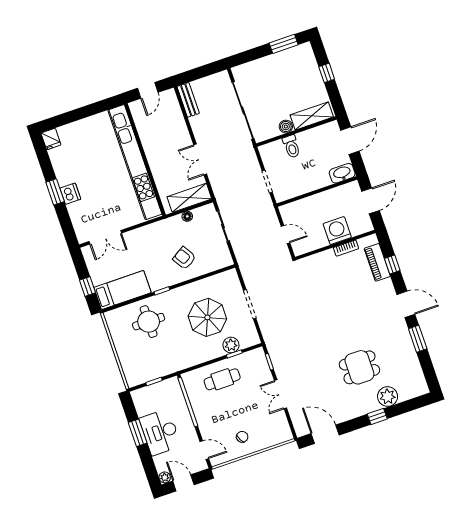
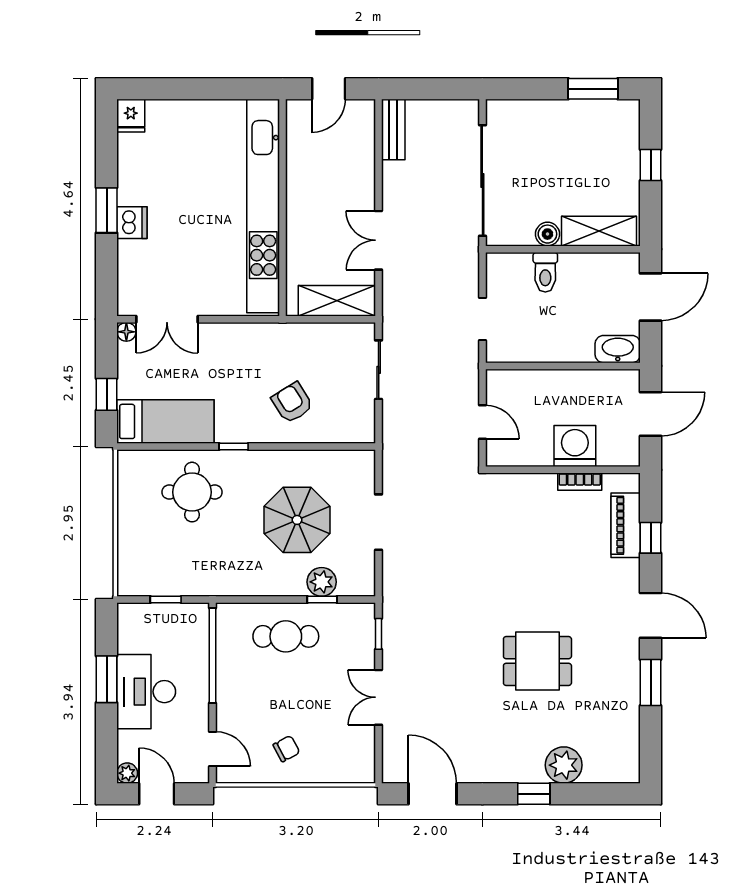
floor lamp: (187, 216) -> (126, 332), moved
dining table: (359, 367) -> (537, 661), moved

